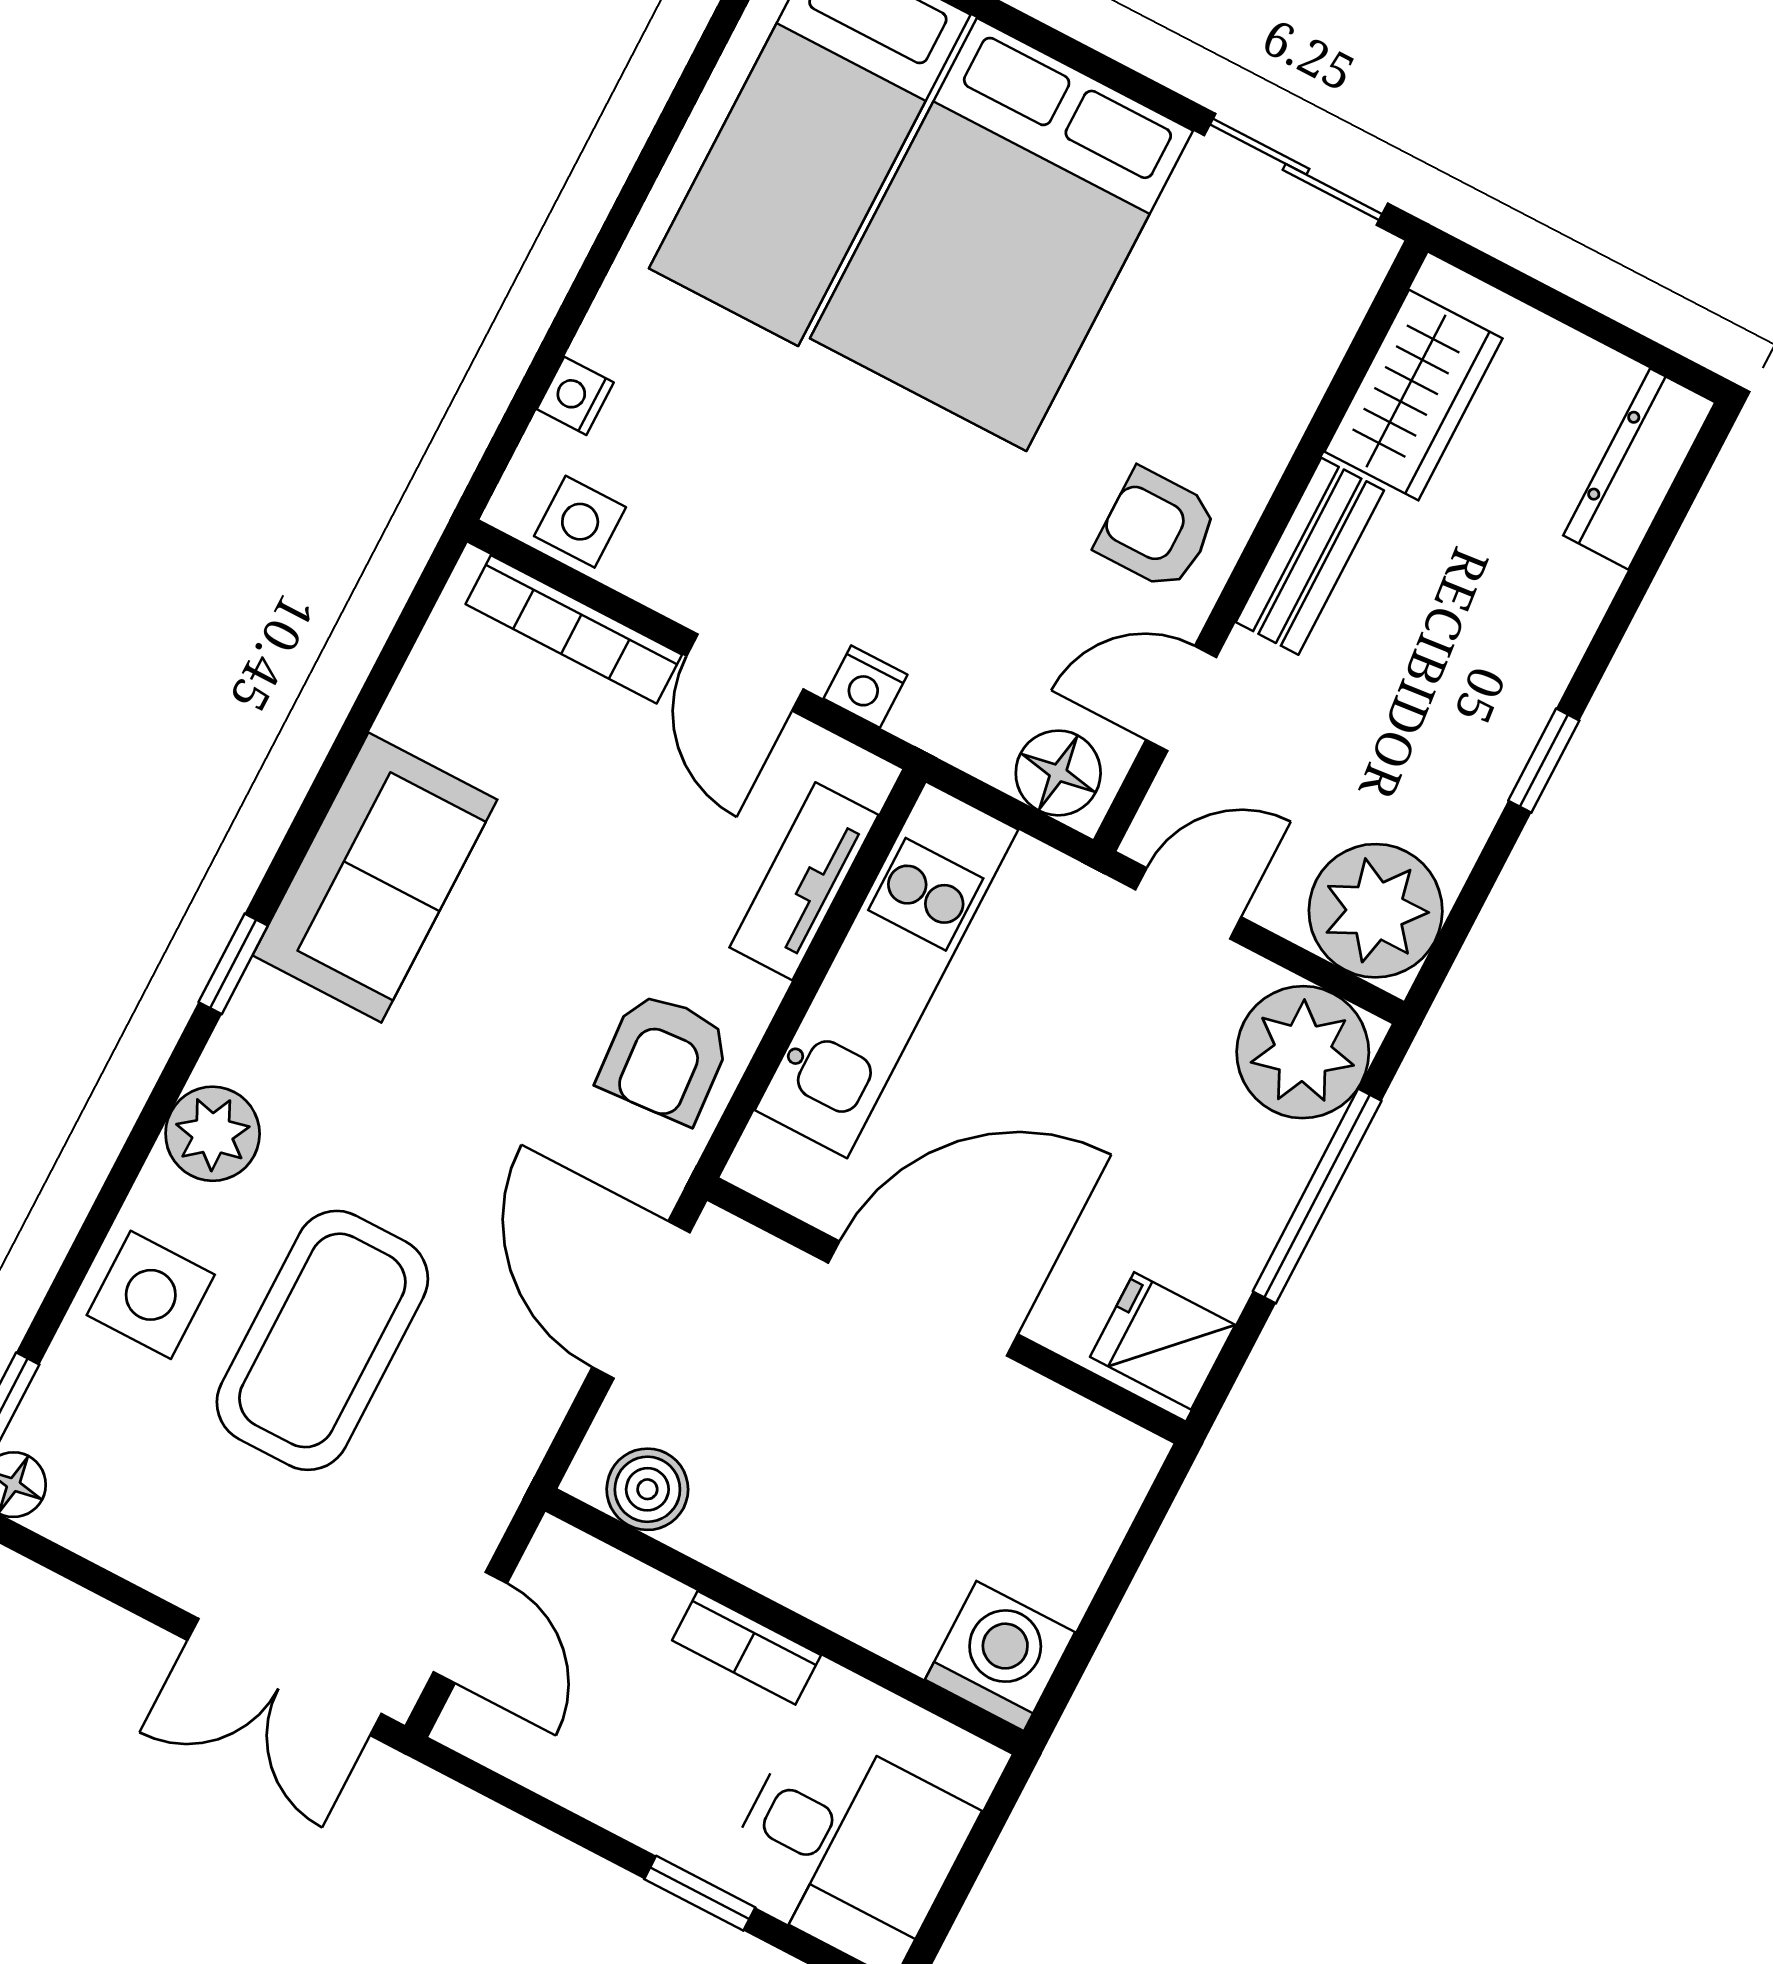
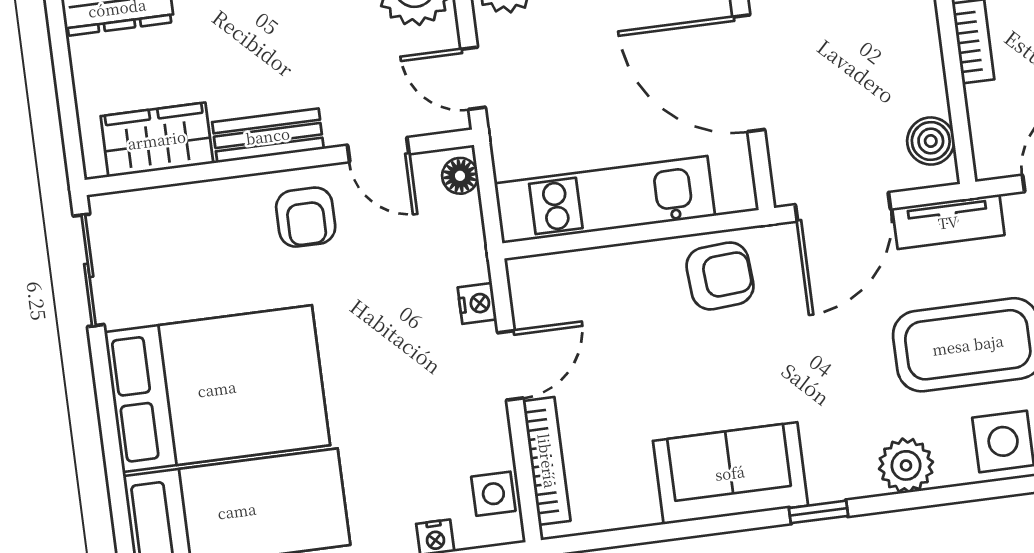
floor lamp: (1058, 773) -> (460, 176), width x0.73, depth x0.73
tv unit: (804, 881) -> (948, 222), moved

